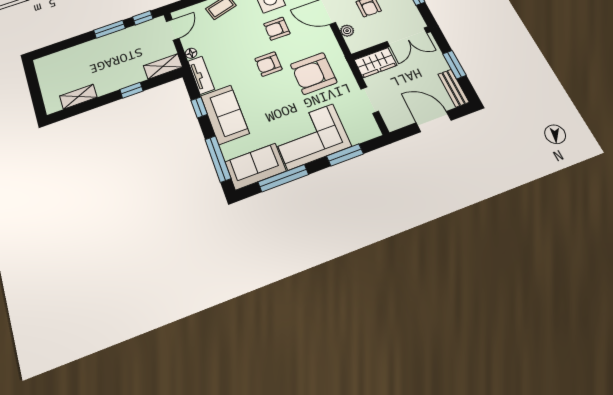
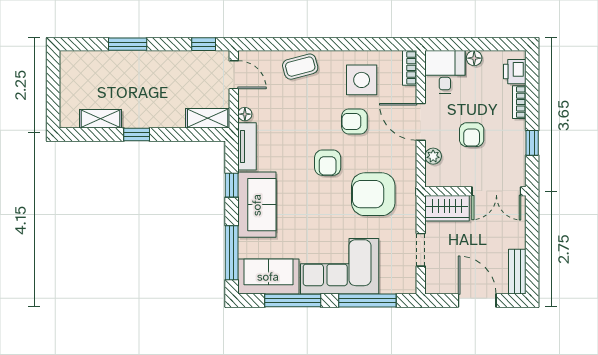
window: (110, 29) -> (128, 44), moved
door: (173, 30) -> (234, 75), hinge flipped
armchair: (268, 64) -> (328, 163), turned -90
window: (454, 65) -> (532, 245), removed
window: (131, 90) -> (137, 134), moved
window: (345, 155) -> (367, 300), width x1.44

